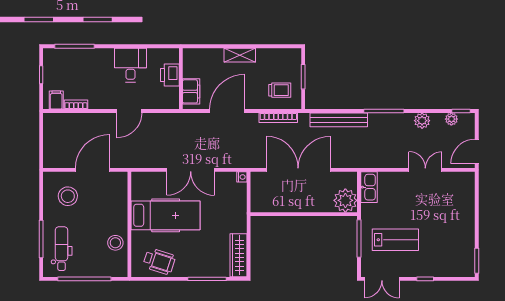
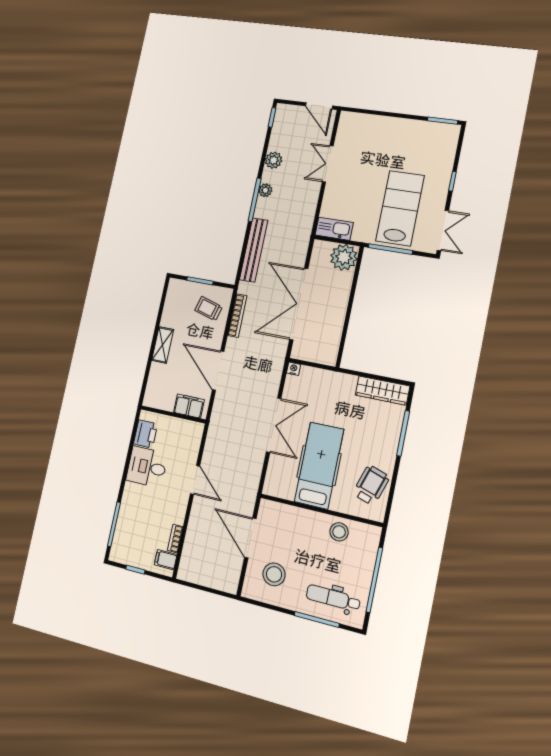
printer: (170, 75) -> (146, 434), moved, turned -90
trolley: (280, 90) -> (209, 309), turned -74
plant: (451, 119) -> (265, 190), moved
lab bench: (395, 240) -> (400, 208), width x1.36, depth x1.39

